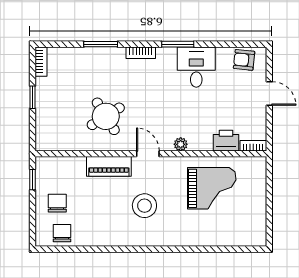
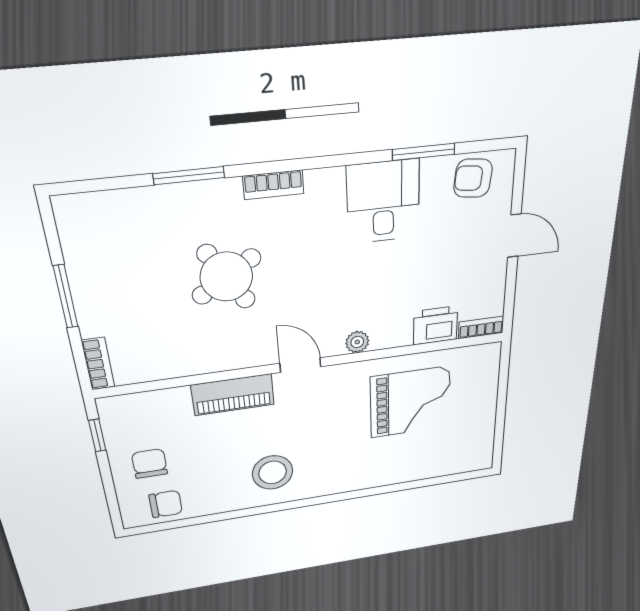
window: (178, 44) -> (424, 152), moved
bookcase: (41, 62) -> (98, 364), moved
window: (32, 97) -> (66, 297), width x1.50
round table: (106, 116) -> (226, 277), moved
stool: (144, 206) -> (273, 472), moved
chair: (62, 233) -> (166, 504), turned 90

